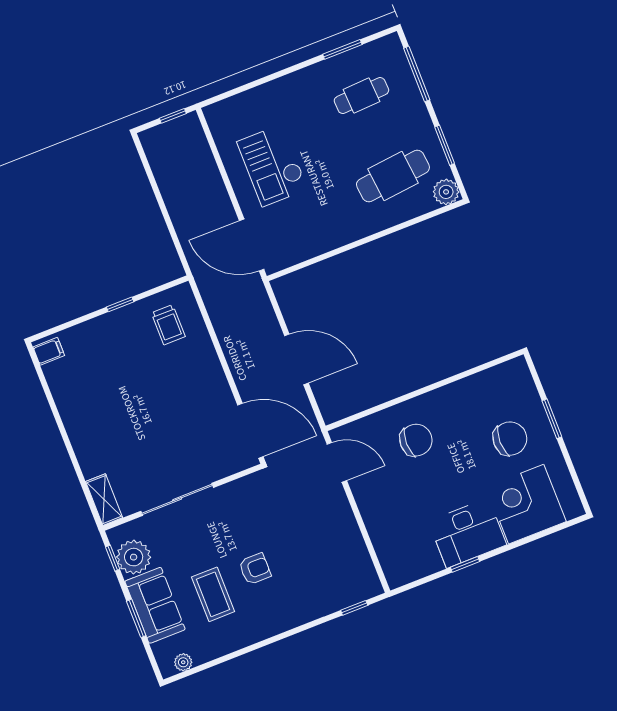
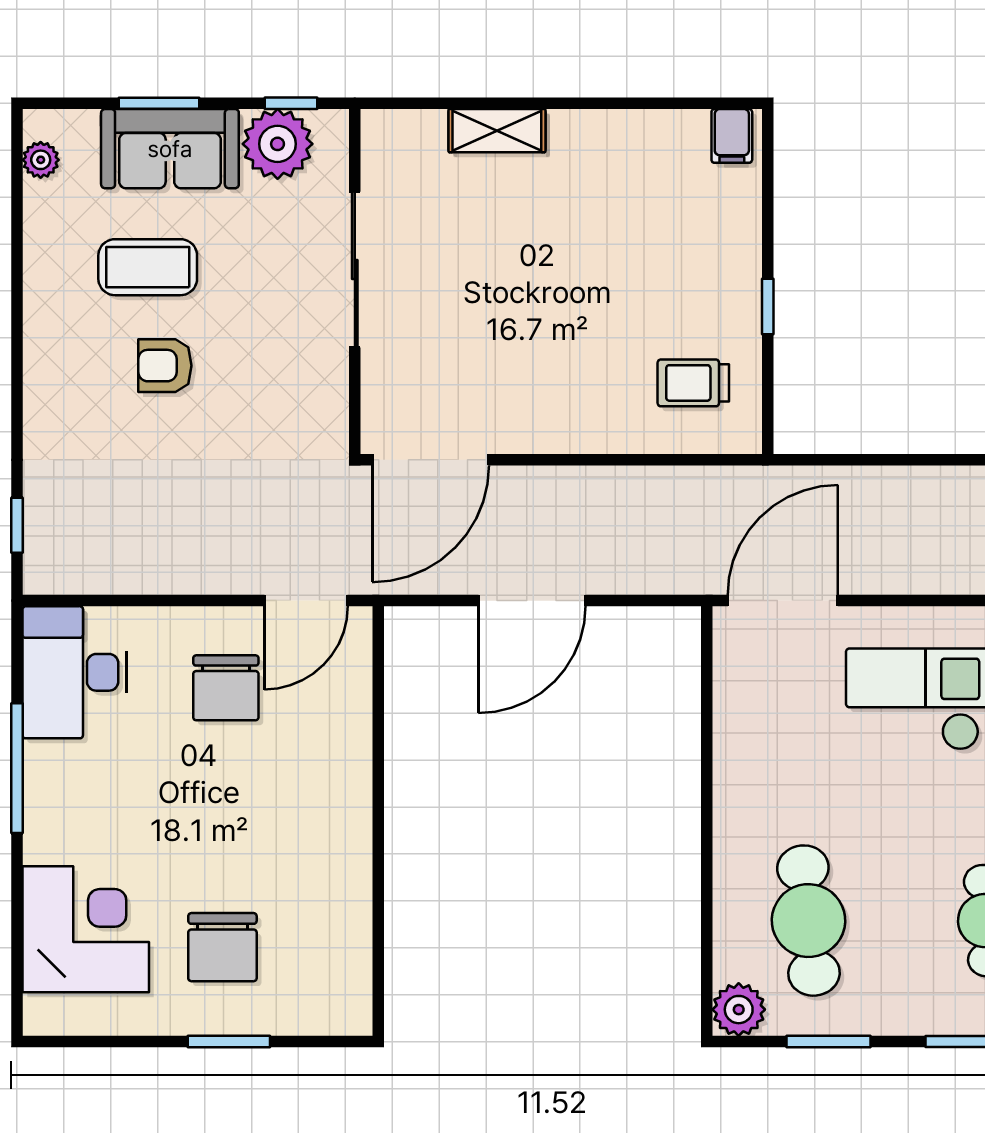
chair: (416, 440) -> (226, 688), moved
shelving: (104, 500) -> (497, 131), moved
desk: (468, 533) -> (75, 672), moved
window: (465, 564) -> (17, 768), width x2.17
armchair: (255, 569) -> (165, 366), turned 90

